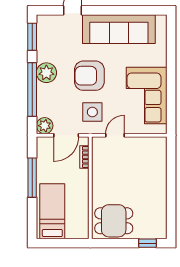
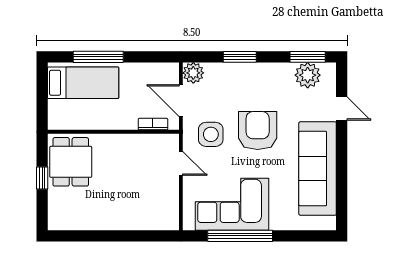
plant: (46, 73) -> (308, 75), moved
window: (32, 89) -> (240, 57), width x0.47
window: (171, 89) -> (240, 236), added
window: (32, 178) -> (98, 57), moved
window: (148, 243) -> (42, 178), moved

